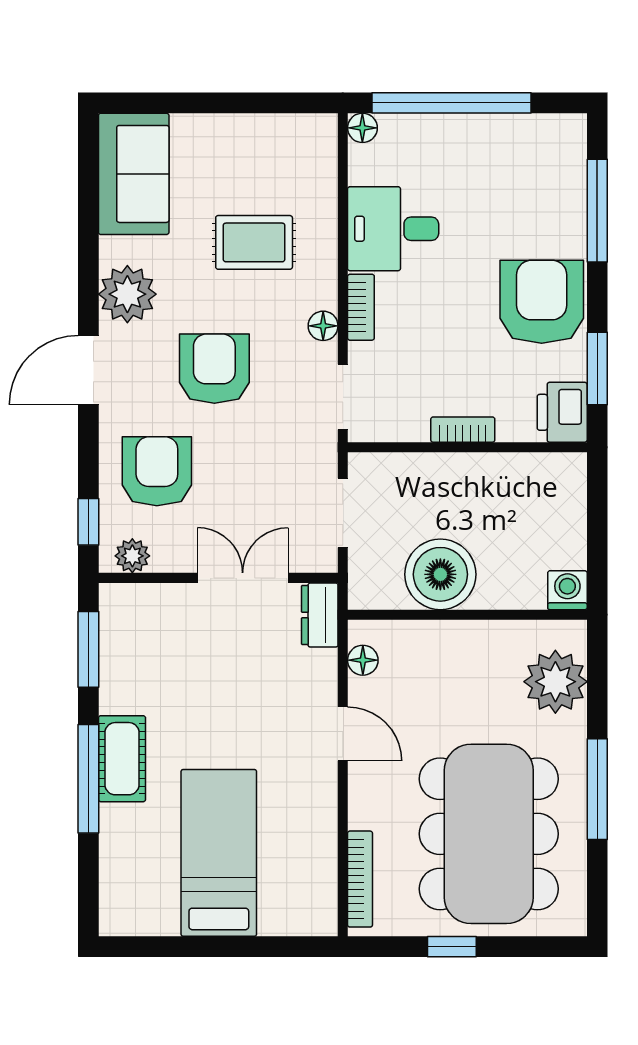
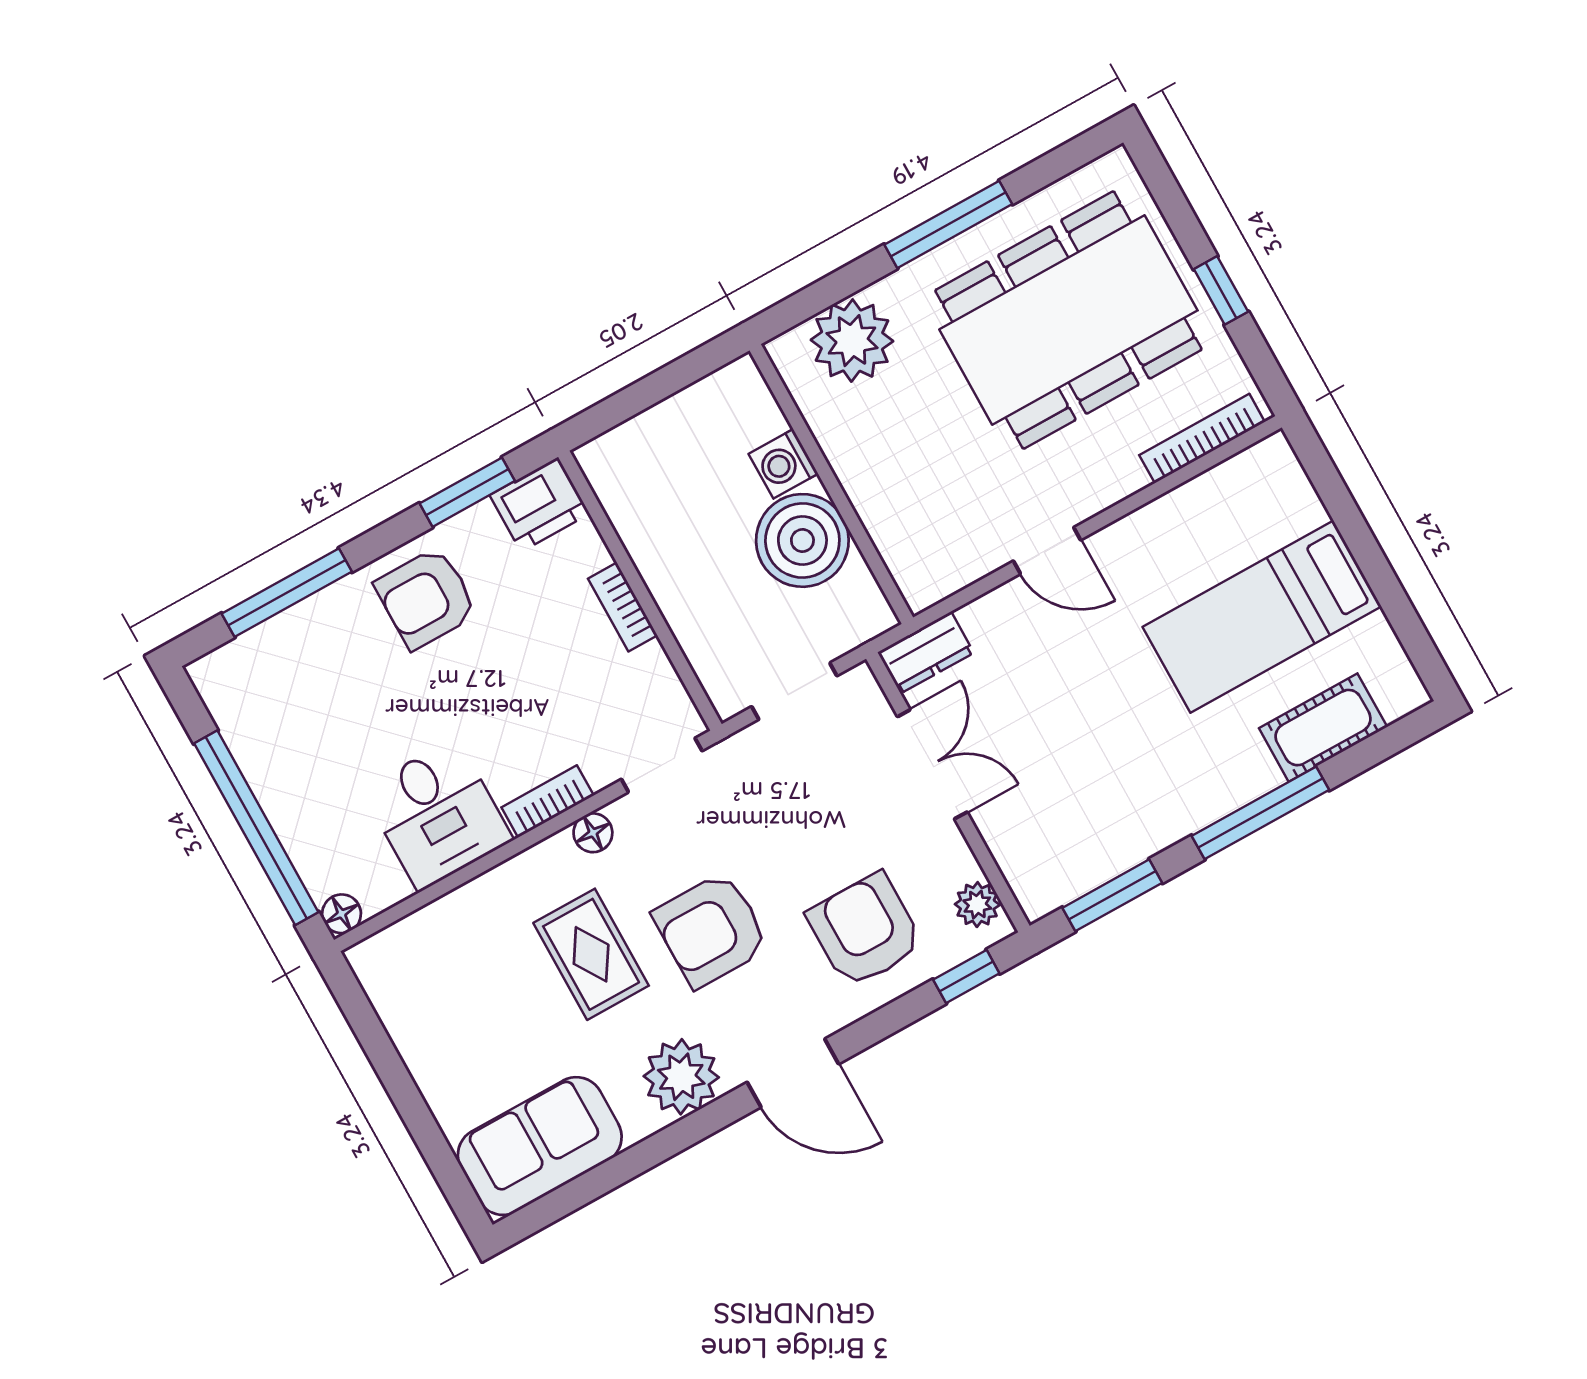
rug: (254, 242) -> (591, 954), moved
armchair: (542, 302) -> (426, 598), width x0.73, depth x0.73
armchair: (157, 471) -> (865, 930), turned 90
double door: (243, 578) -> (932, 764), swing flipped
washing machine: (567, 590) -> (783, 464), moved
floor lamp: (363, 660) -> (950, 575), removed
door: (343, 734) -> (1047, 551), swing flipped
cot: (122, 759) -> (1323, 728), moved

